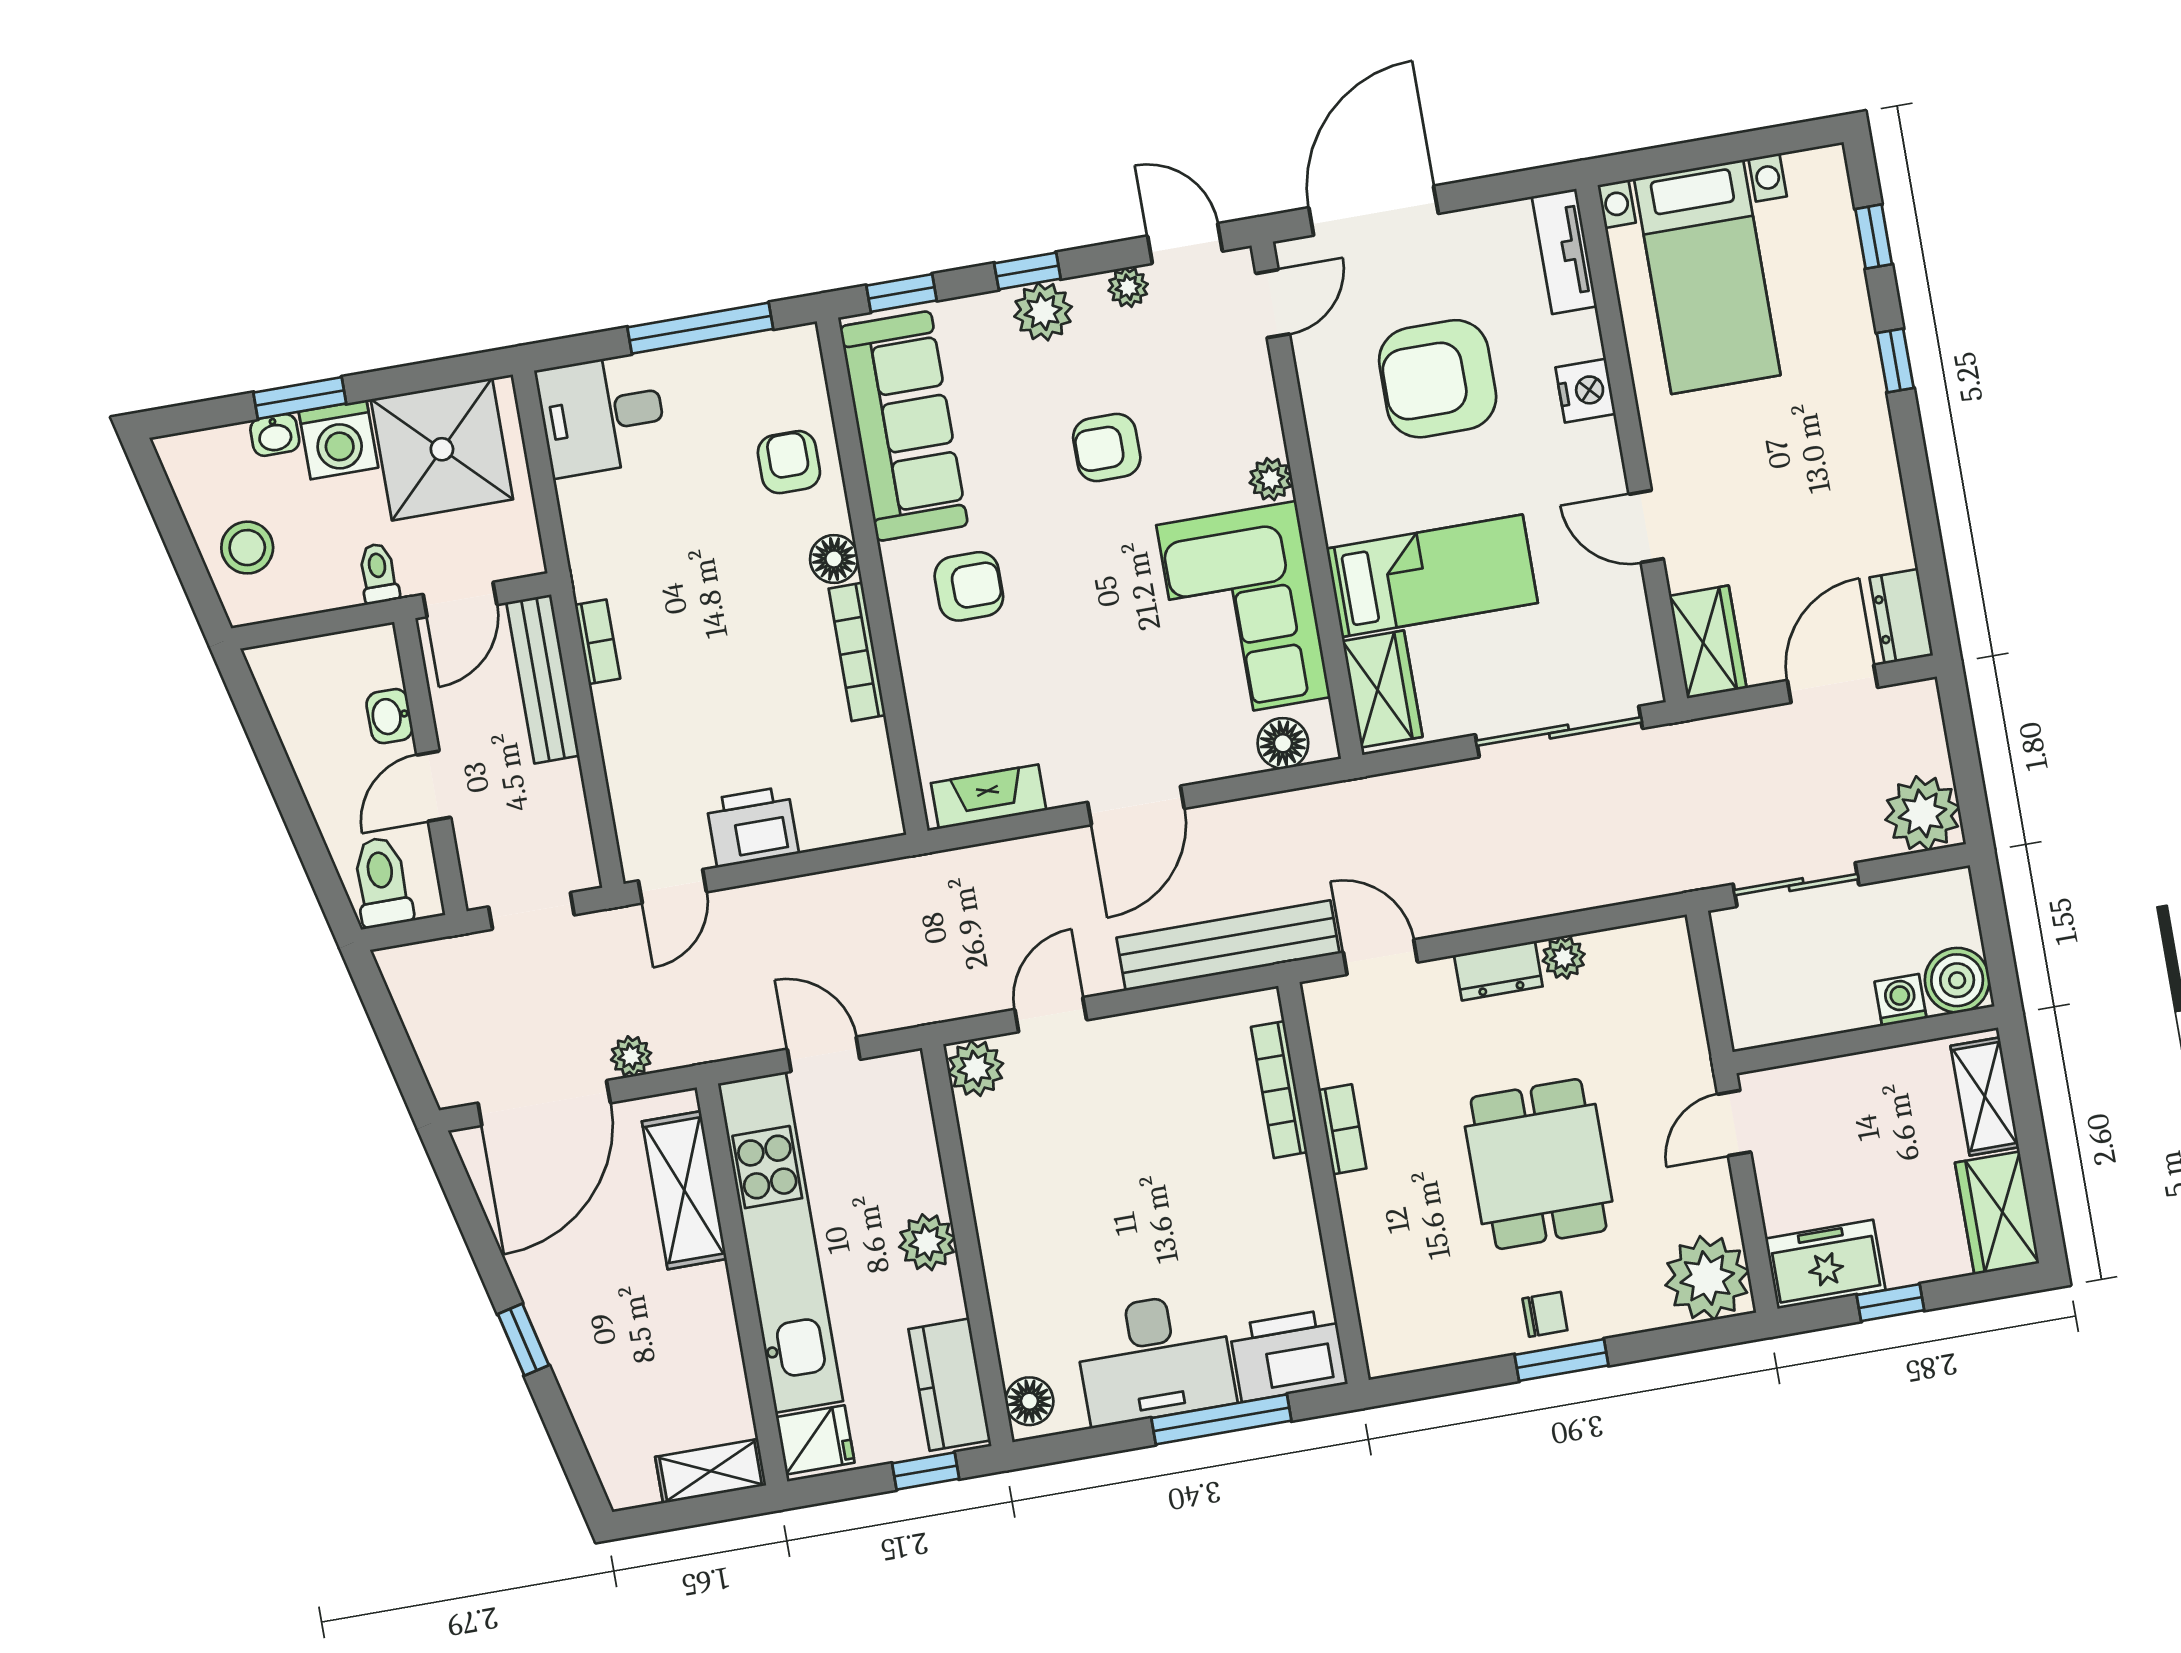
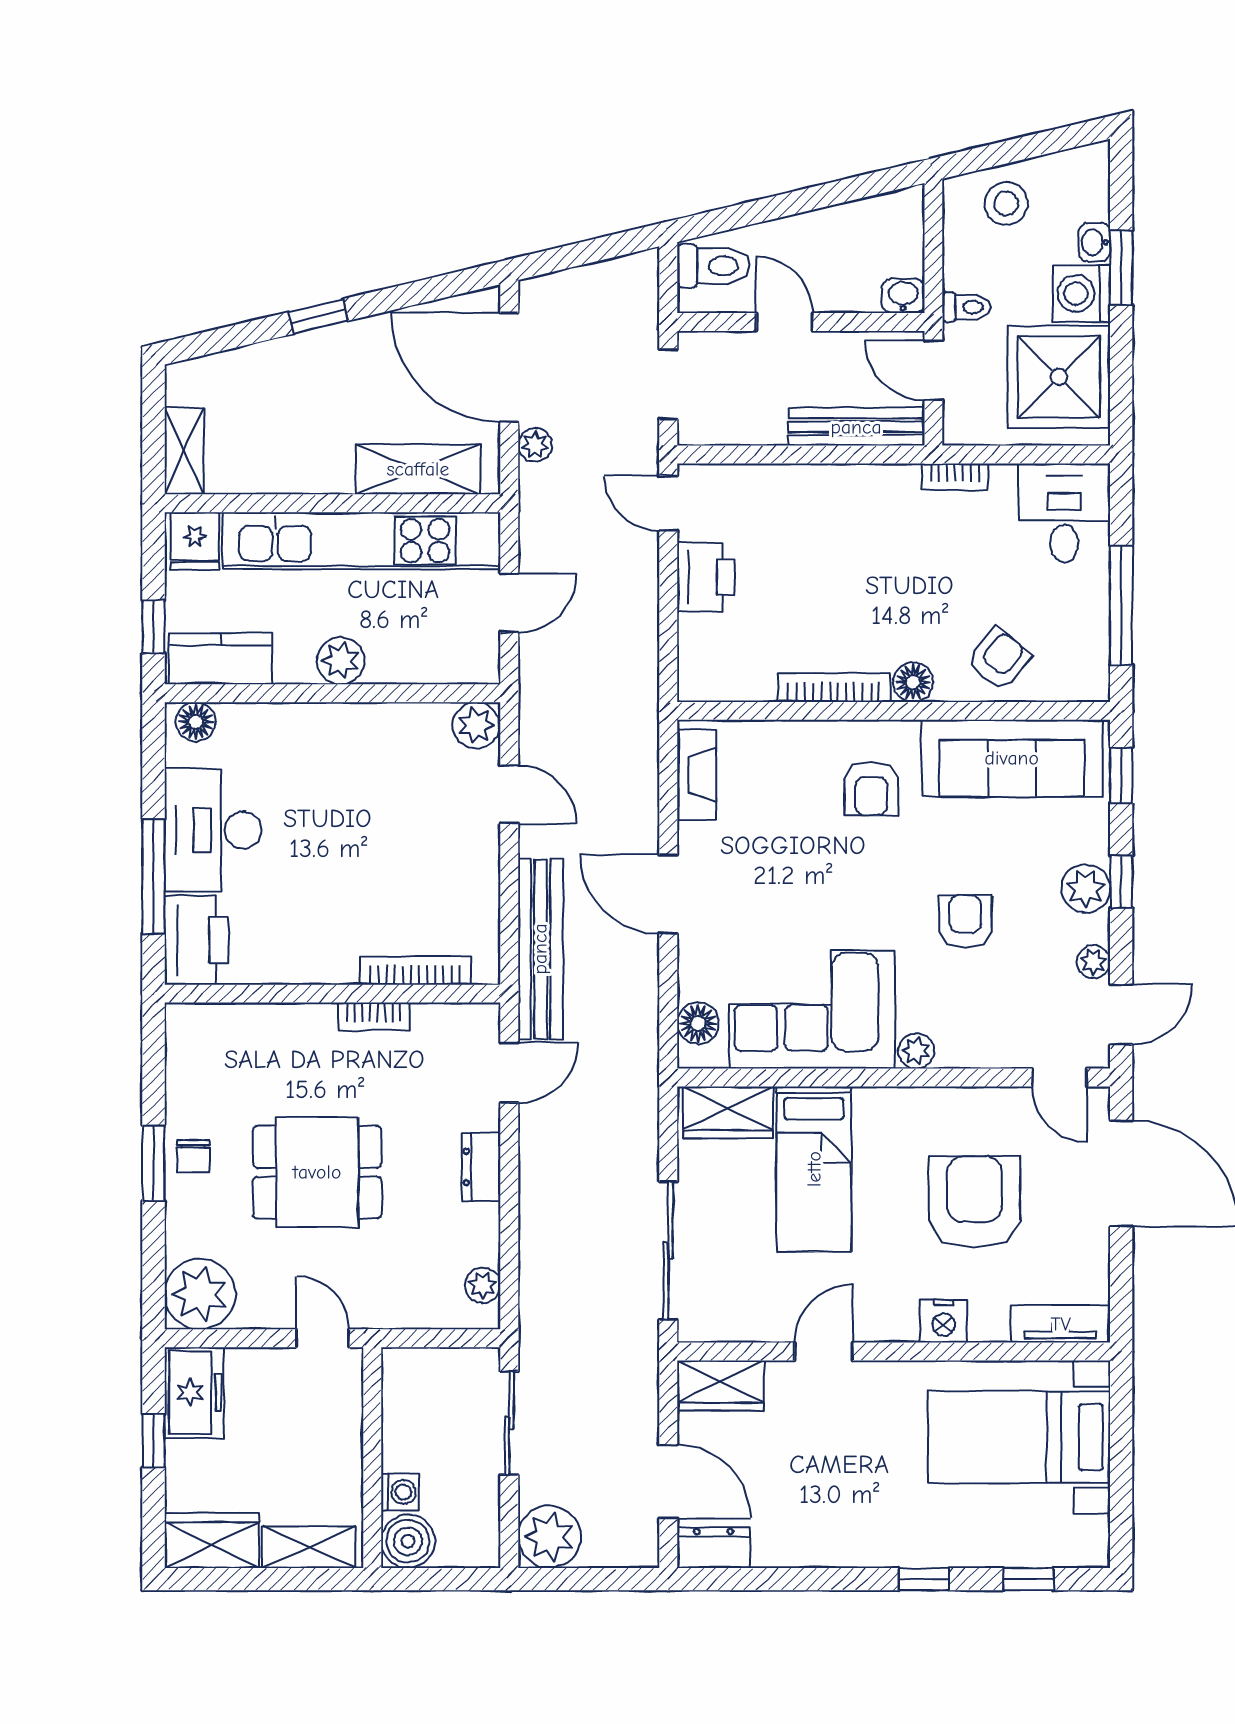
armchair: (789, 462) -> (999, 659), turned -50
bookcase: (598, 642) -> (955, 477), moved
washbasin: (390, 716) -> (903, 296), moved
plant: (1564, 958) -> (483, 1285), moved

